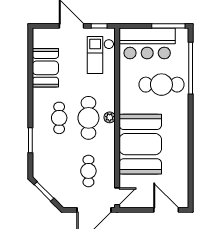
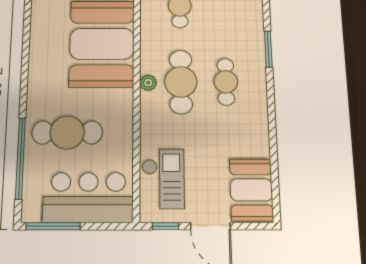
booth: (45, 68) -> (251, 190), moved

